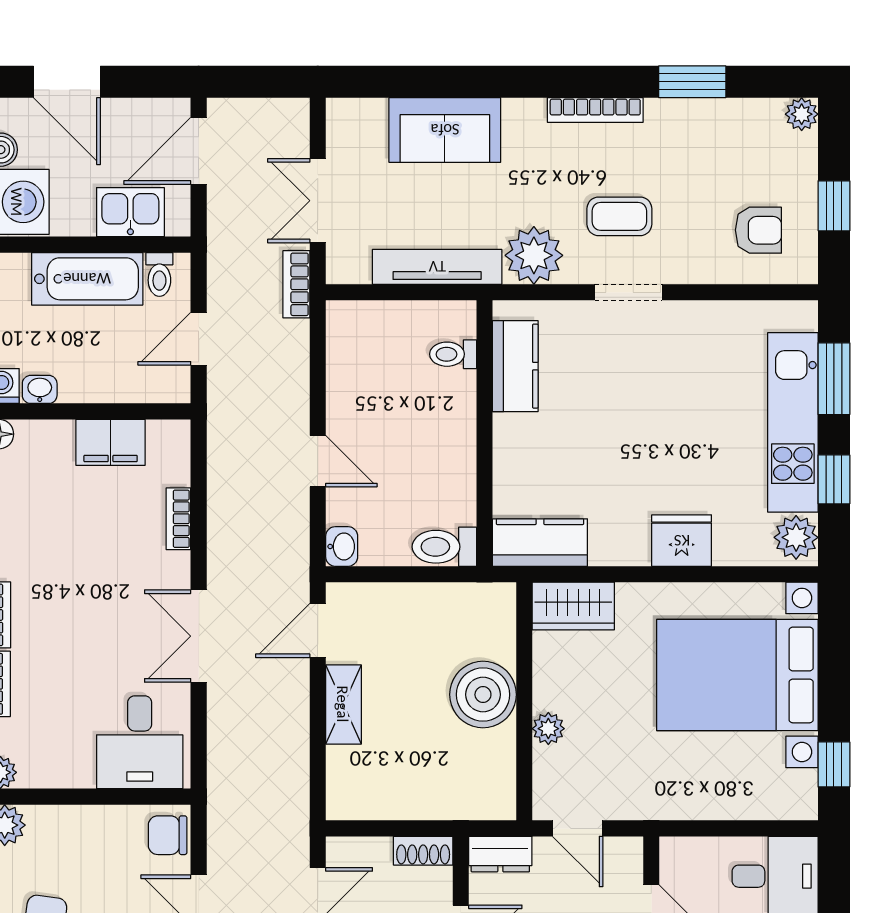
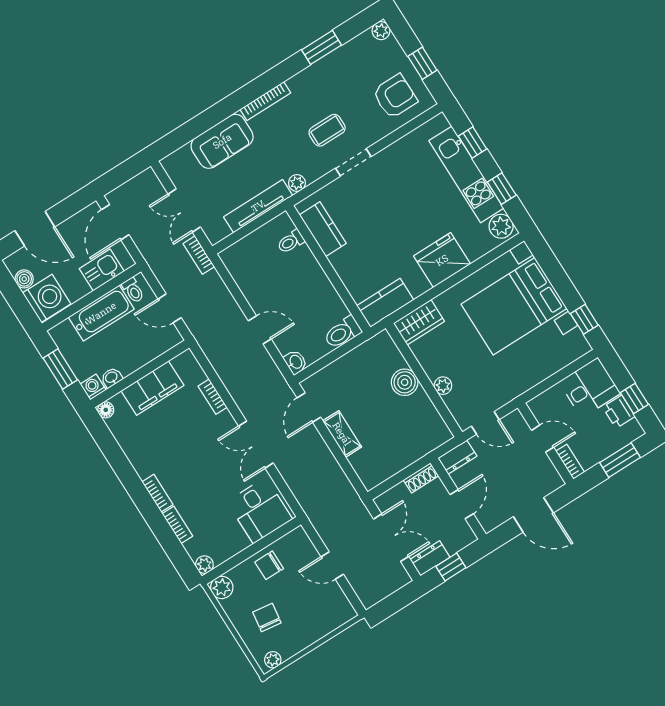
bookcase: (595, 110) -> (265, 101), moved
armchair: (758, 230) -> (395, 96), width x1.38, depth x1.38
plant: (534, 255) -> (297, 183), width x0.53, depth x0.53
door: (199, 339) -> (170, 308), hinge flipped
window: (834, 379) -> (472, 142), width x0.67
filing cabinet: (111, 442) -> (153, 388), width x1.50, depth x1.17
fridge: (682, 541) -> (442, 260), width x1.36, depth x1.34
boiler: (483, 695) -> (405, 382), width x0.73, depth x0.73
chair: (168, 835) -> (269, 565), moved

